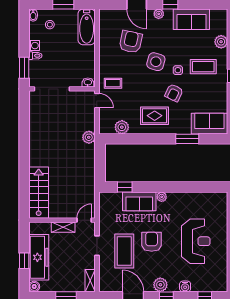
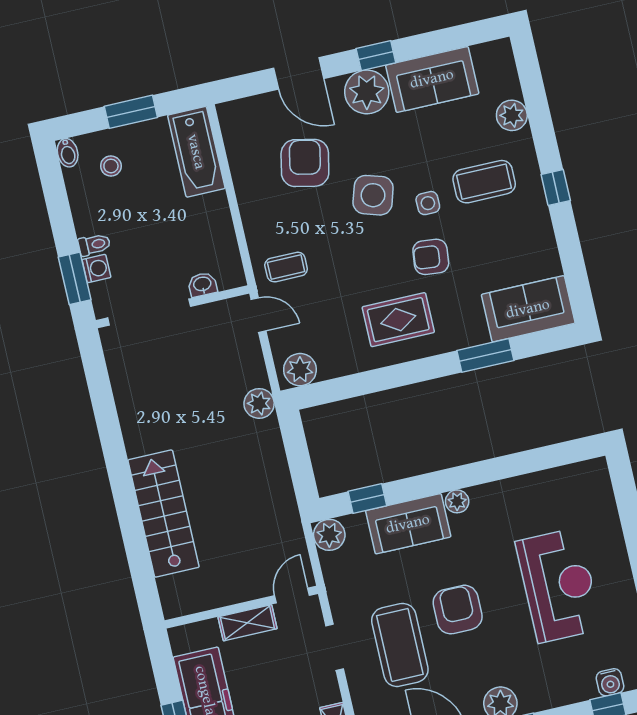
plant: (159, 14) -> (367, 92), width x1.88, depth x1.88
washing machine: (34, 46) -> (96, 269), moved
washbasin: (88, 83) -> (202, 285), moved
armchair: (174, 93) -> (431, 257), turned 70
plant: (122, 127) -> (300, 370), moved
stairs: (39, 193) -> (164, 514), moved
plant: (105, 199) -> (329, 535), added
water cooler: (185, 286) -> (610, 682), moved

